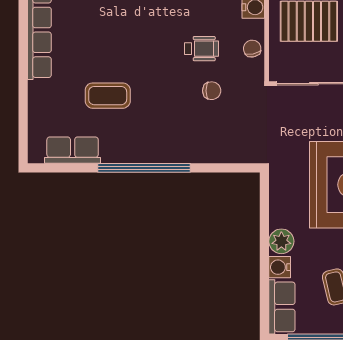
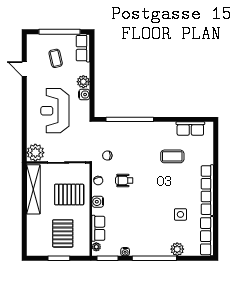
chair: (212, 91) -> (107, 156), moved
window: (144, 168) -> (130, 119), moved
water cooler: (280, 267) -> (84, 95), moved

